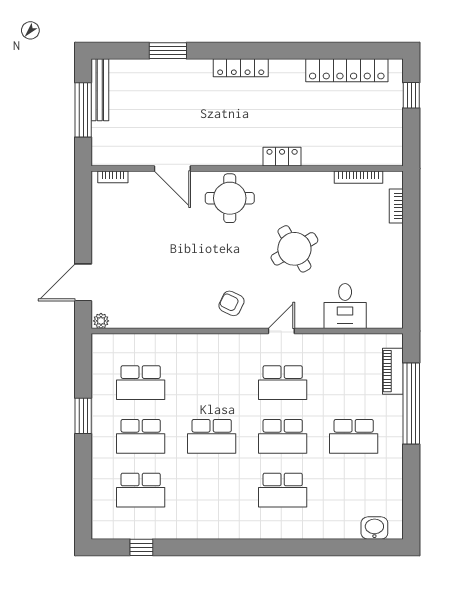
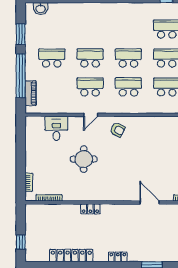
locker: (241, 68) -> (118, 257), width x0.66
locker: (347, 70) -> (71, 255), moved
round table: (230, 198) -> (119, 186), removed
round table: (294, 249) -> (84, 159), turned 30
window: (411, 480) -> (21, 34), added
school desk: (283, 490) -> (128, 87), moved

